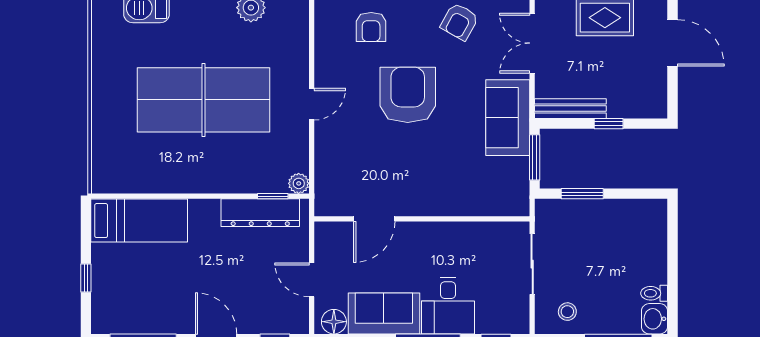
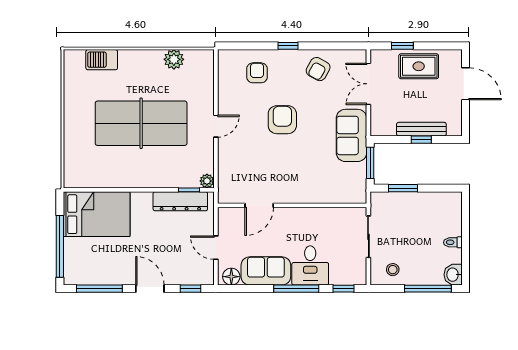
armchair: (371, 27) -> (257, 73), turned 180
armchair: (408, 95) -> (282, 120), width x0.73, depth x0.73
bench: (570, 109) -> (421, 129), moved
bed: (139, 221) -> (97, 214), width x1.50
window: (86, 278) -> (60, 246), width x3.17
toilet: (654, 293) -> (453, 242), moved

